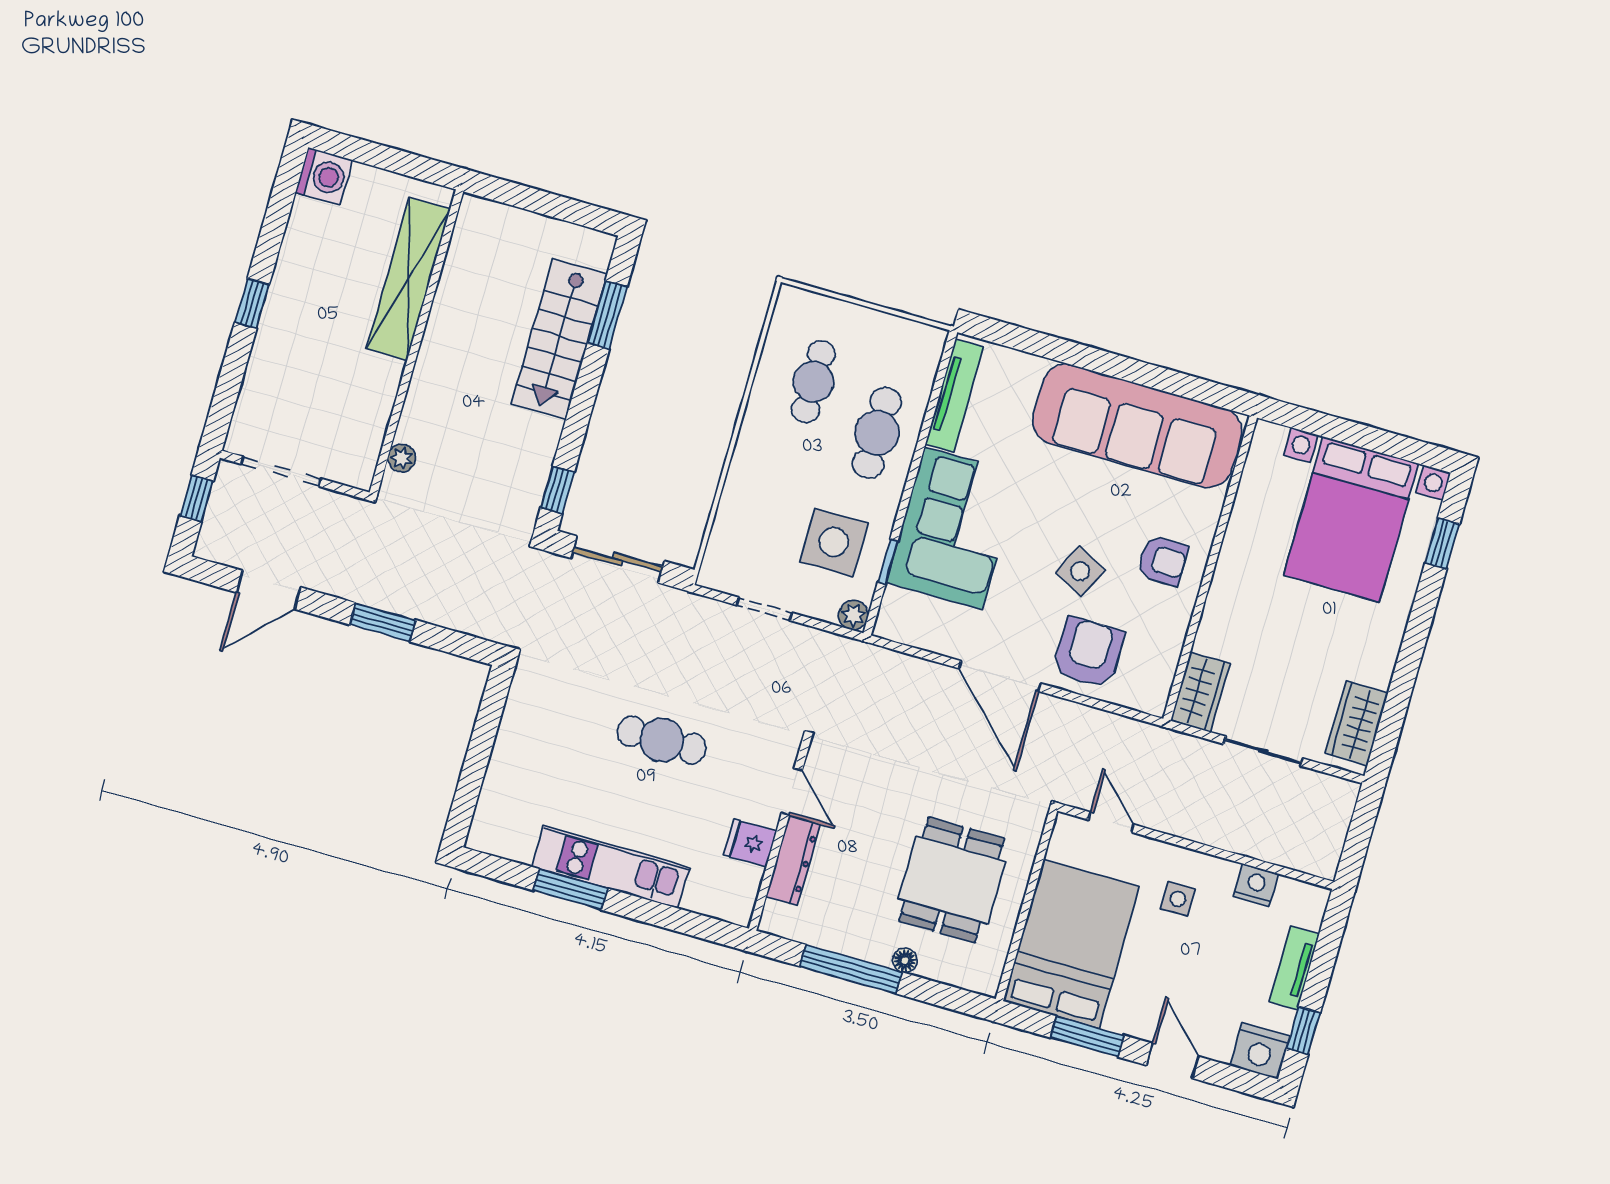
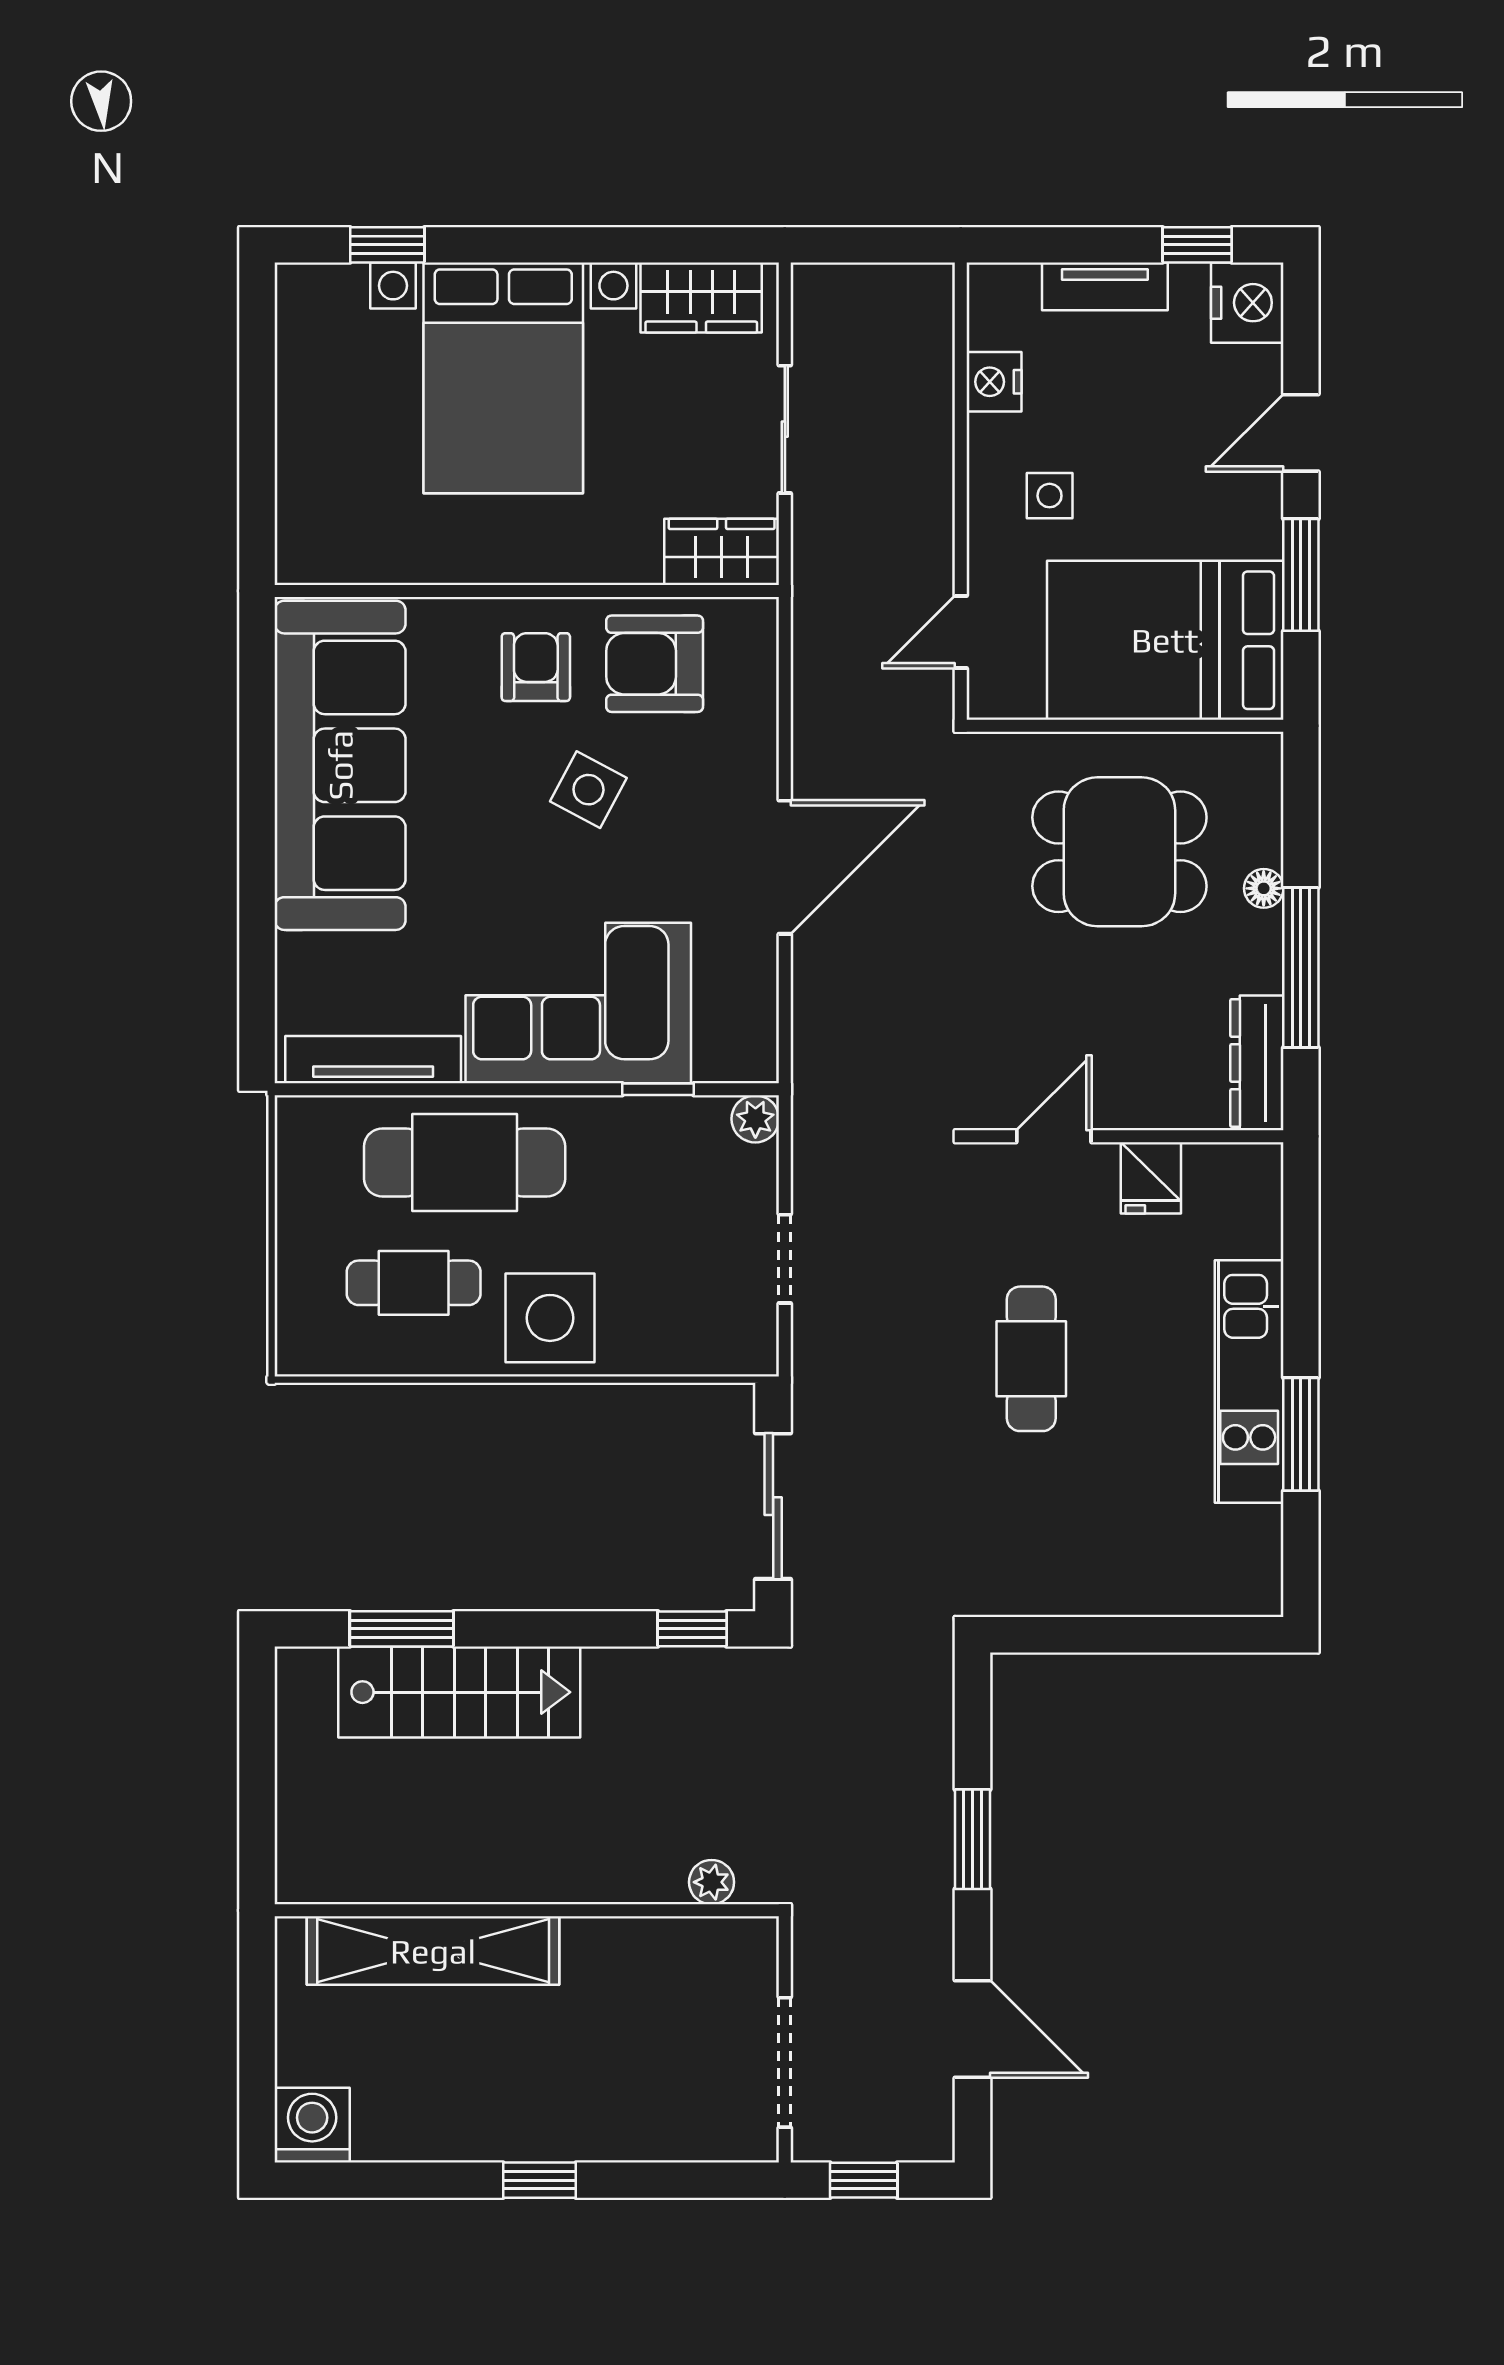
cafe table: (877, 433) -> (465, 1163), width x1.37, depth x1.35
bed with nightstands: (1351, 519) -> (503, 378), moved, turned 90
side table: (834, 542) -> (550, 1318), moved
armchair: (1089, 653) -> (655, 664), moved
dresser: (793, 861) -> (1257, 1063), moved, turned -90

